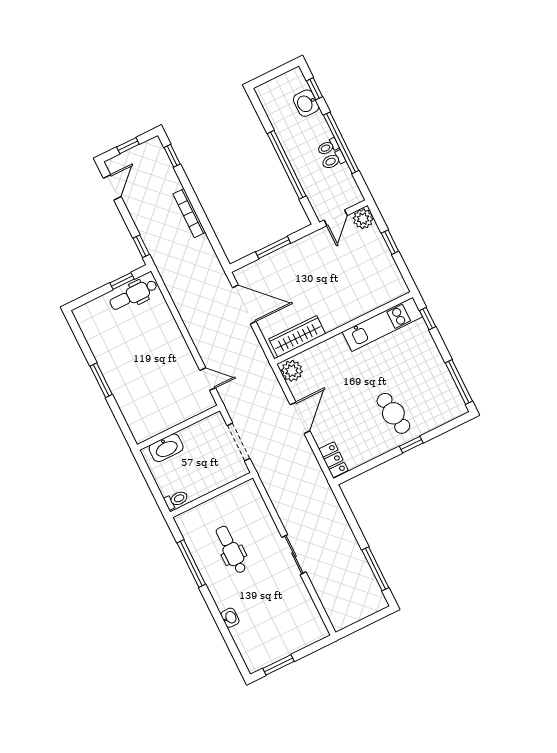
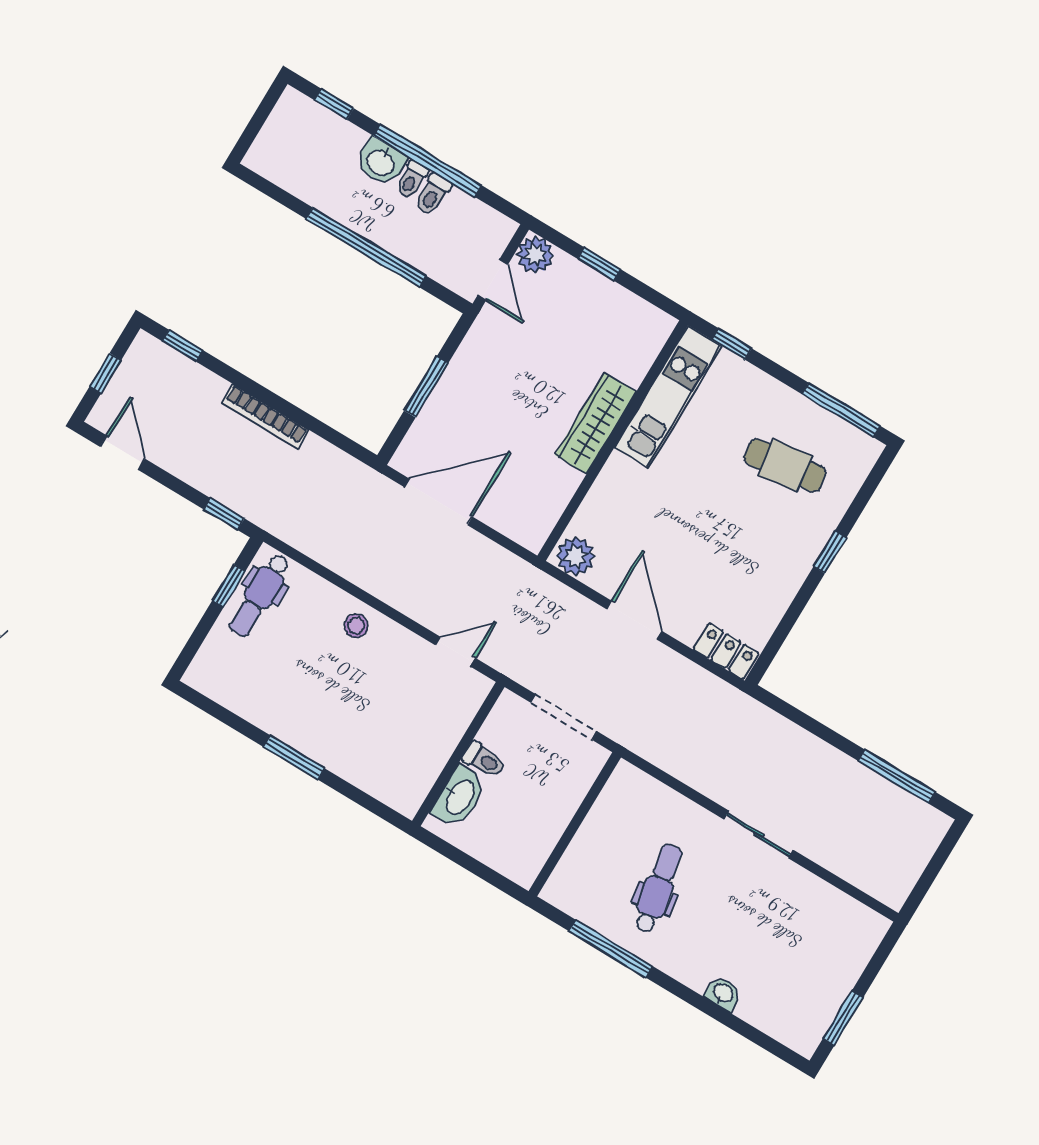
washbasin: (306, 103) -> (381, 162), moved
wardrobe: (297, 336) -> (595, 423), moved
stool: (169, 338) -> (356, 626), added
cafe table: (393, 413) -> (785, 465), moved
toilet: (176, 500) -> (484, 760), moved, turned 90
dental chair: (231, 550) -> (658, 889), turned 79

